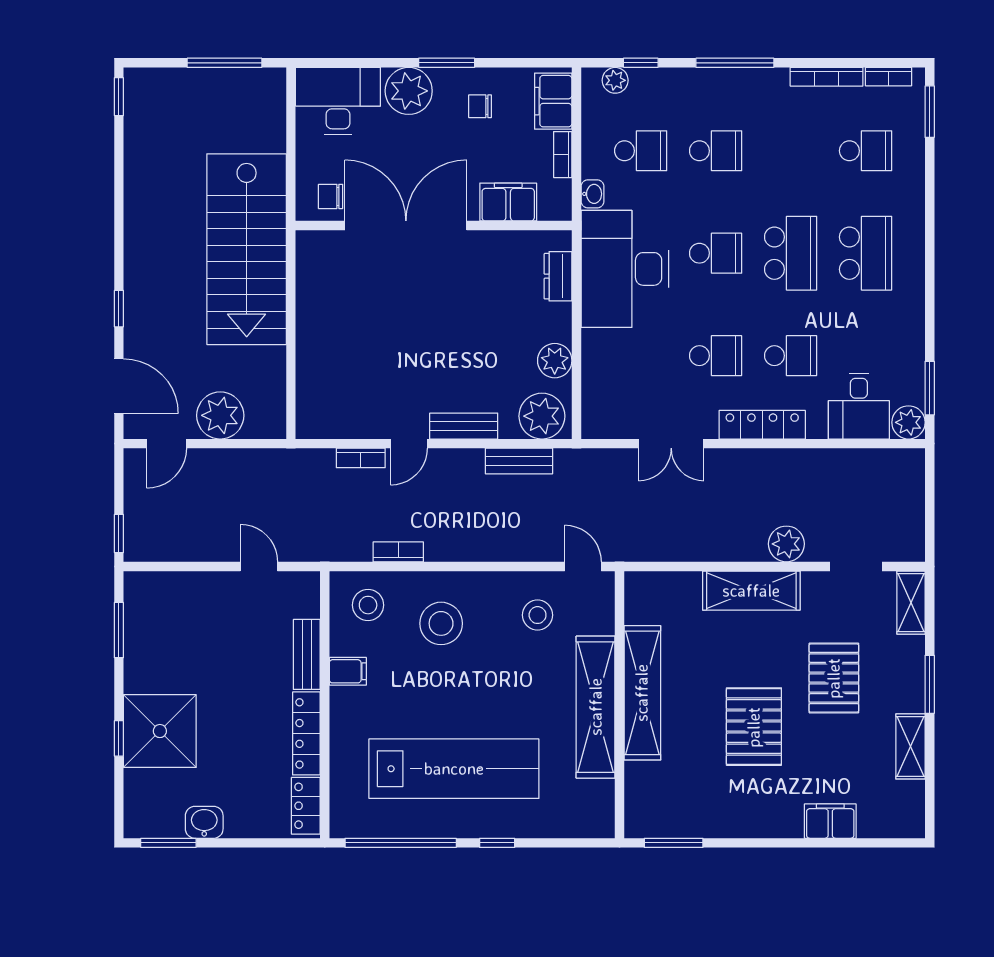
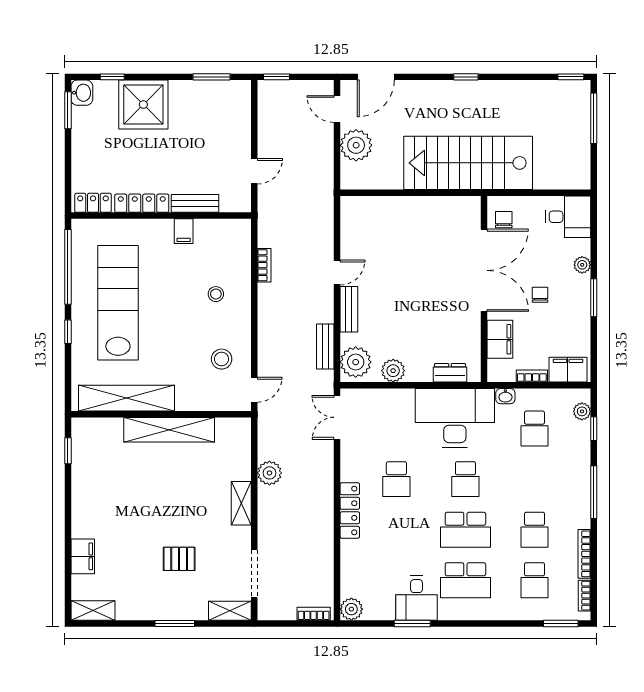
window: (225, 63) -> (594, 118), moved
plant: (409, 91) -> (582, 265), width x0.53, depth x0.53
desk: (338, 101) -> (568, 217), width x0.73
chair: (480, 106) -> (540, 295), moved
school desk: (716, 151) -> (534, 530), moved
window: (119, 309) -> (466, 77), moved
school desk: (791, 356) -> (396, 530), removed
window: (930, 388) -> (412, 623), moved
desk: (859, 406) -> (416, 598), moved, turned -90
door: (409, 444) -> (337, 272), swing flipped
double door: (671, 444) -> (337, 417), moved
bookcase: (361, 458) -> (314, 614), moved, turned 90
plant: (786, 544) -> (269, 473), moved
doorway: (856, 566) -> (254, 574), width x1.38
shelving: (751, 591) -> (241, 503), width x0.67, depth x0.75
stool: (368, 605) -> (228, 245), removed
stool: (441, 623) -> (216, 294), width x0.53, depth x0.53
pallet: (834, 678) -> (179, 559), width x0.67, depth x0.71
shelving: (596, 707) -> (127, 398), moved
pallet: (754, 727) -> (146, 505), removed
window: (119, 738) -> (112, 77), moved
shelving: (910, 746) -> (93, 610), moved
lab bench: (454, 769) -> (118, 303), turned 180
washbasin: (204, 822) -> (82, 93), moved
window: (674, 843) -> (68, 451), width x0.67

